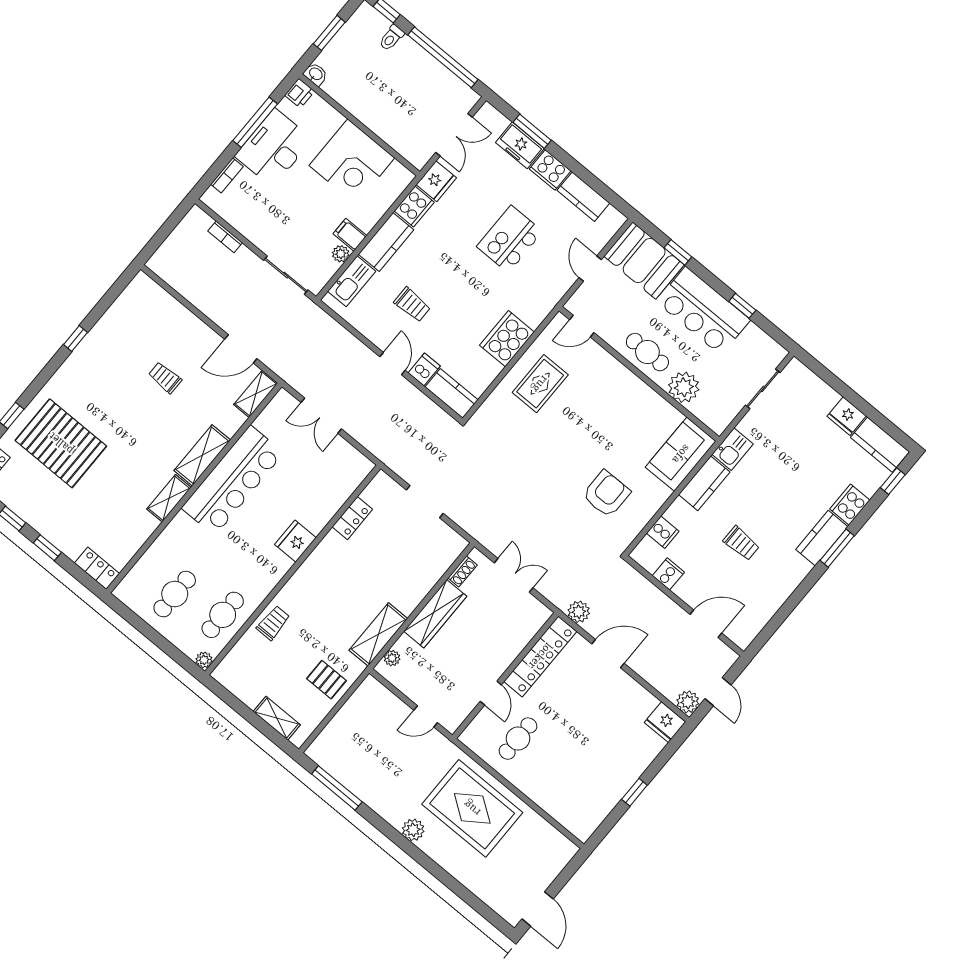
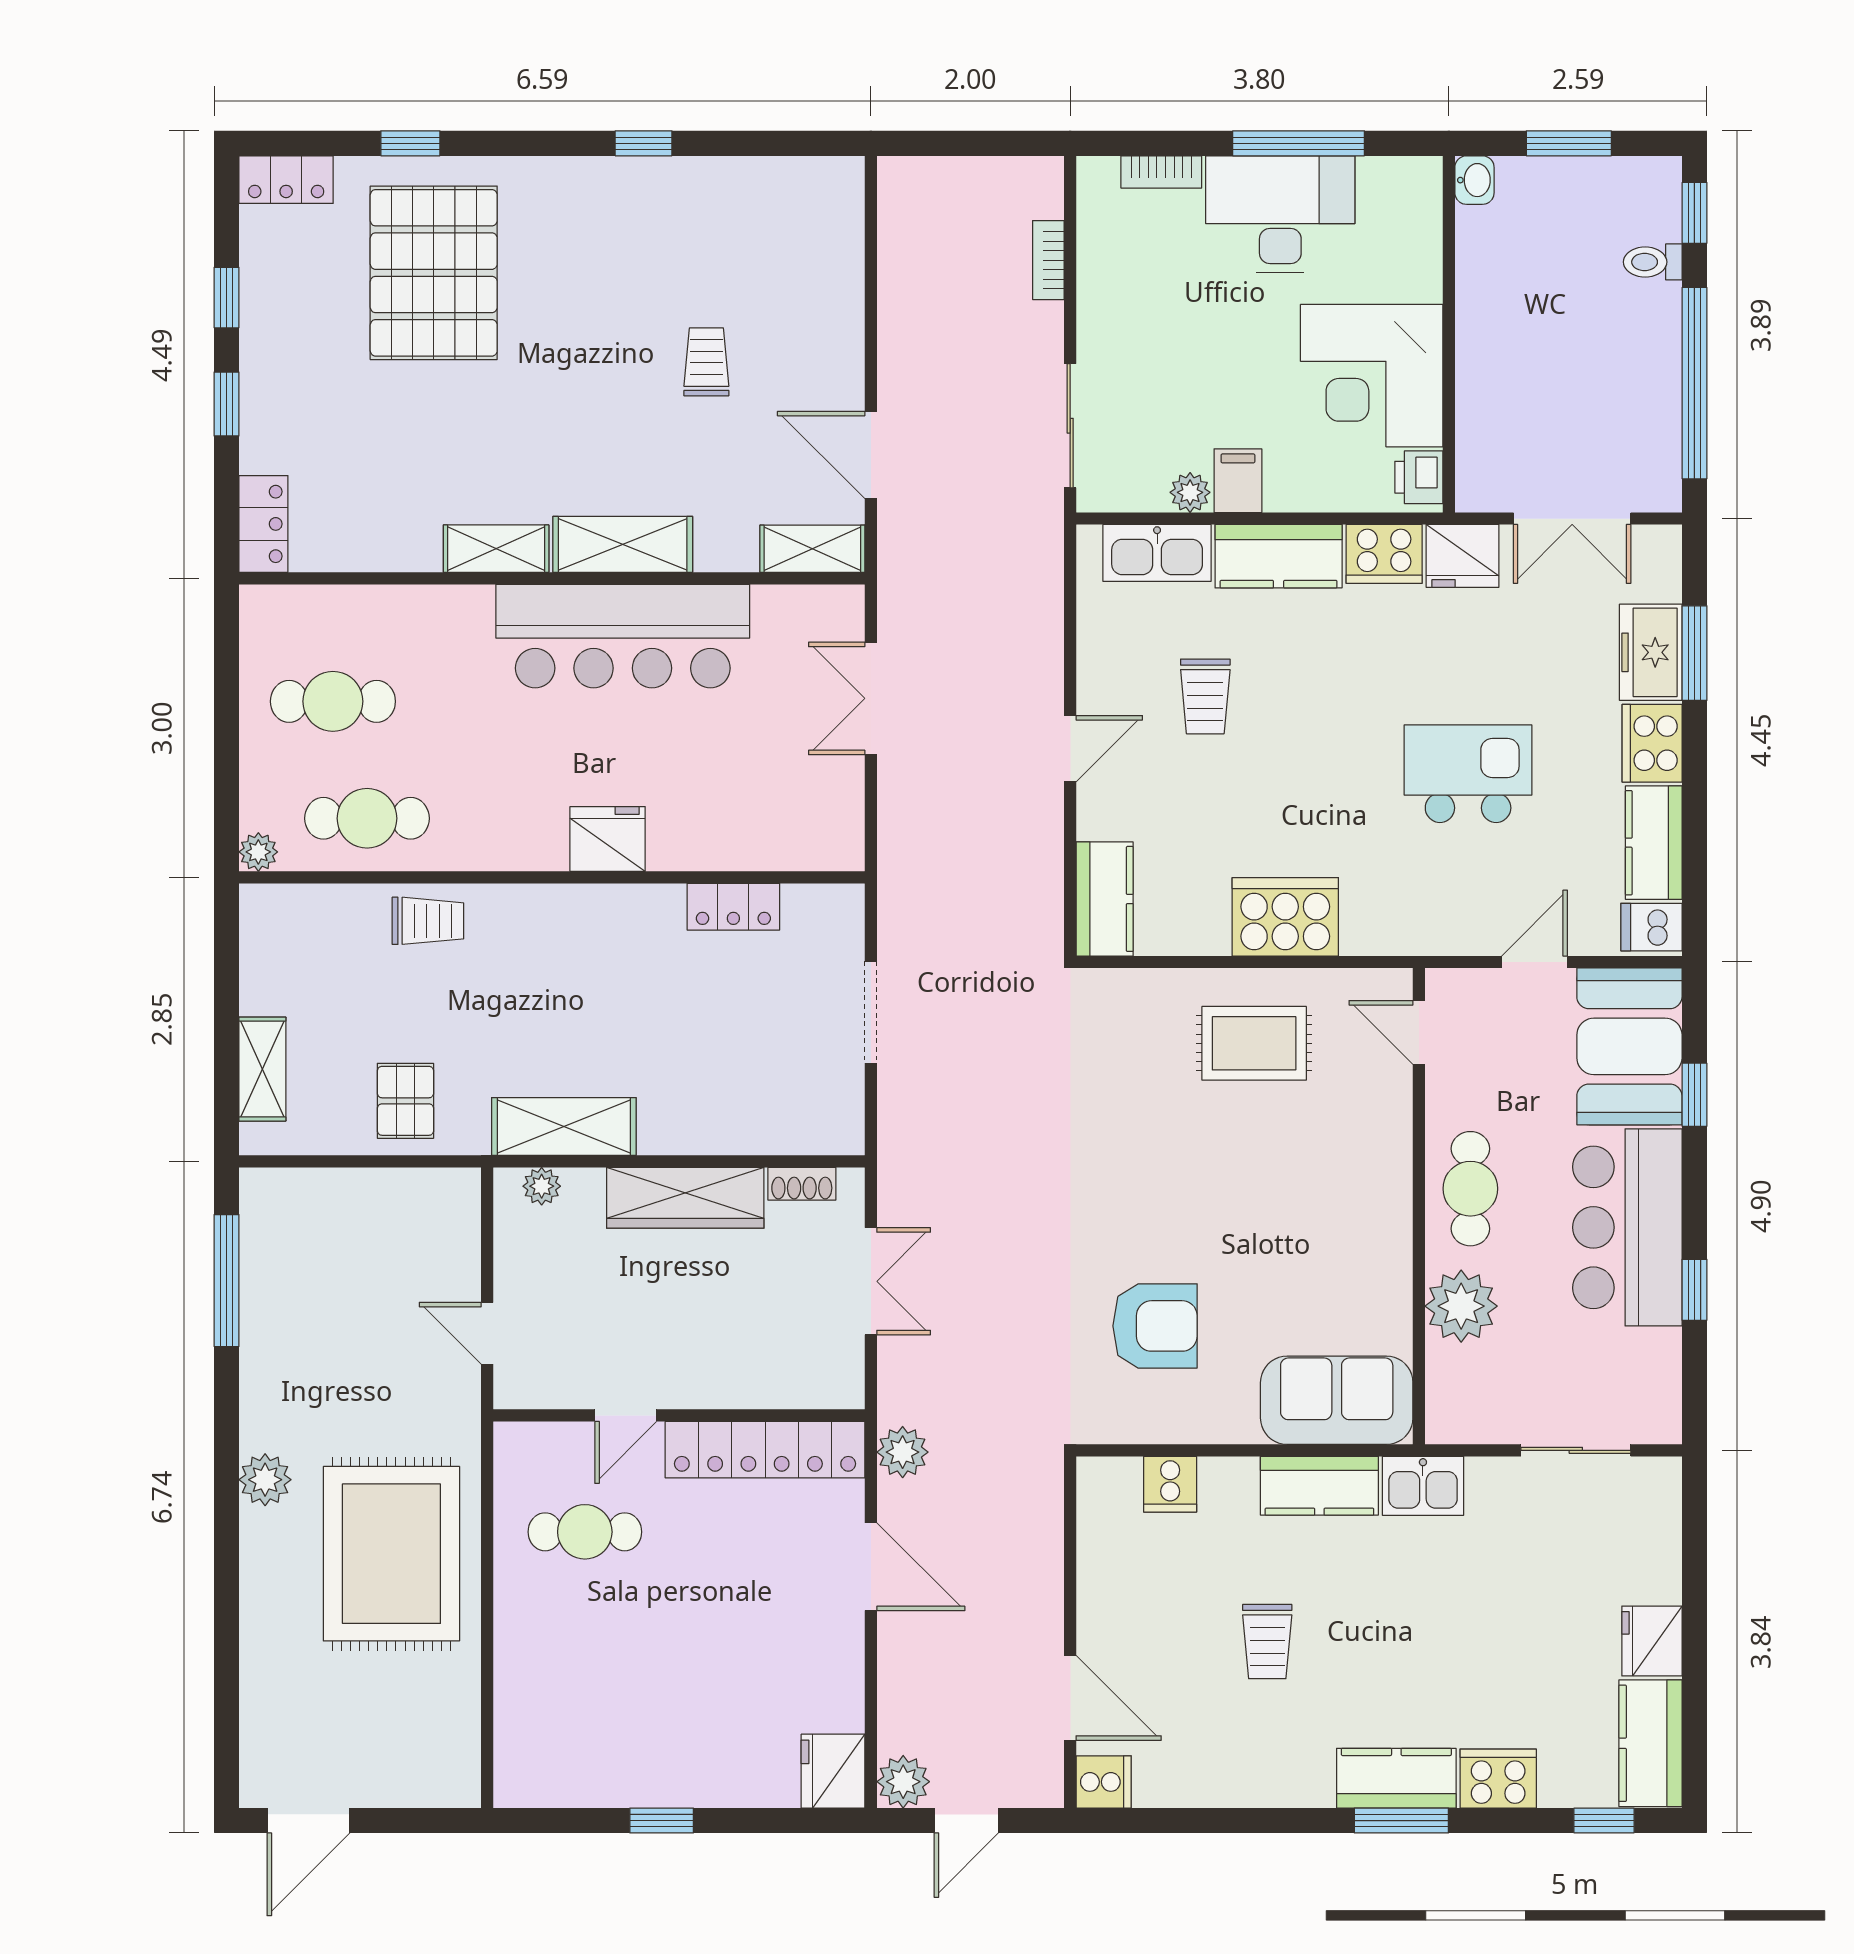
printer: (300, 93) -> (1419, 477), moved, turned 90
dishwasher: (424, 369) -> (1651, 927), moved, turned 180
cooker: (668, 574) -> (1104, 1782), moved

